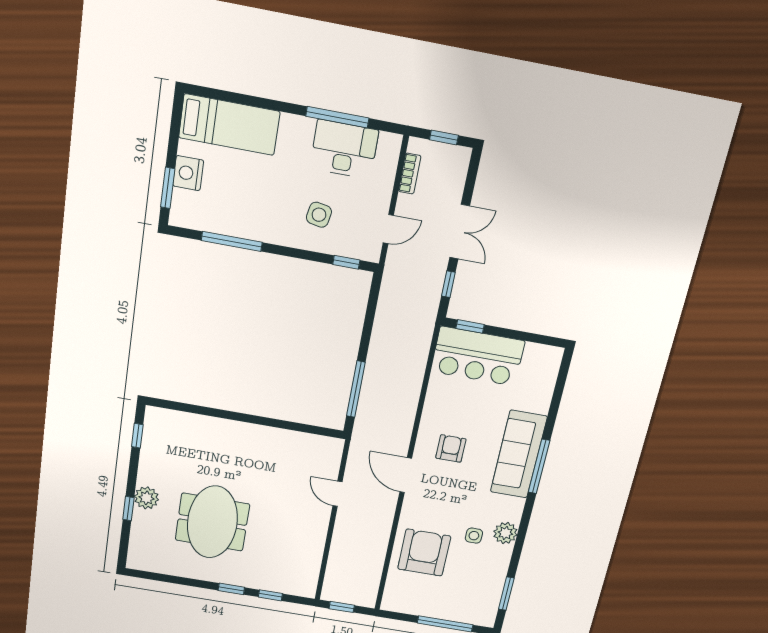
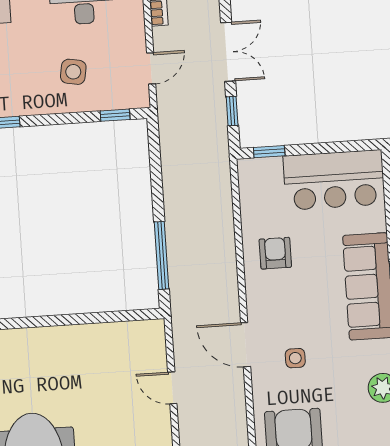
bar counter: (478, 356) -> (334, 180), moved
armchair: (451, 448) -> (275, 253), moved
side table: (474, 536) -> (295, 358), moved

